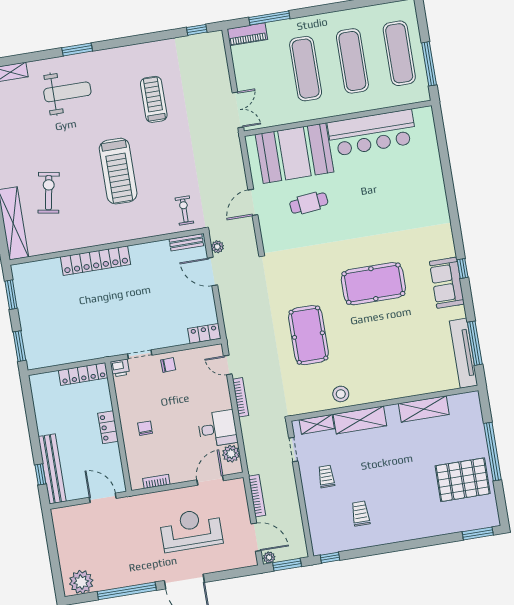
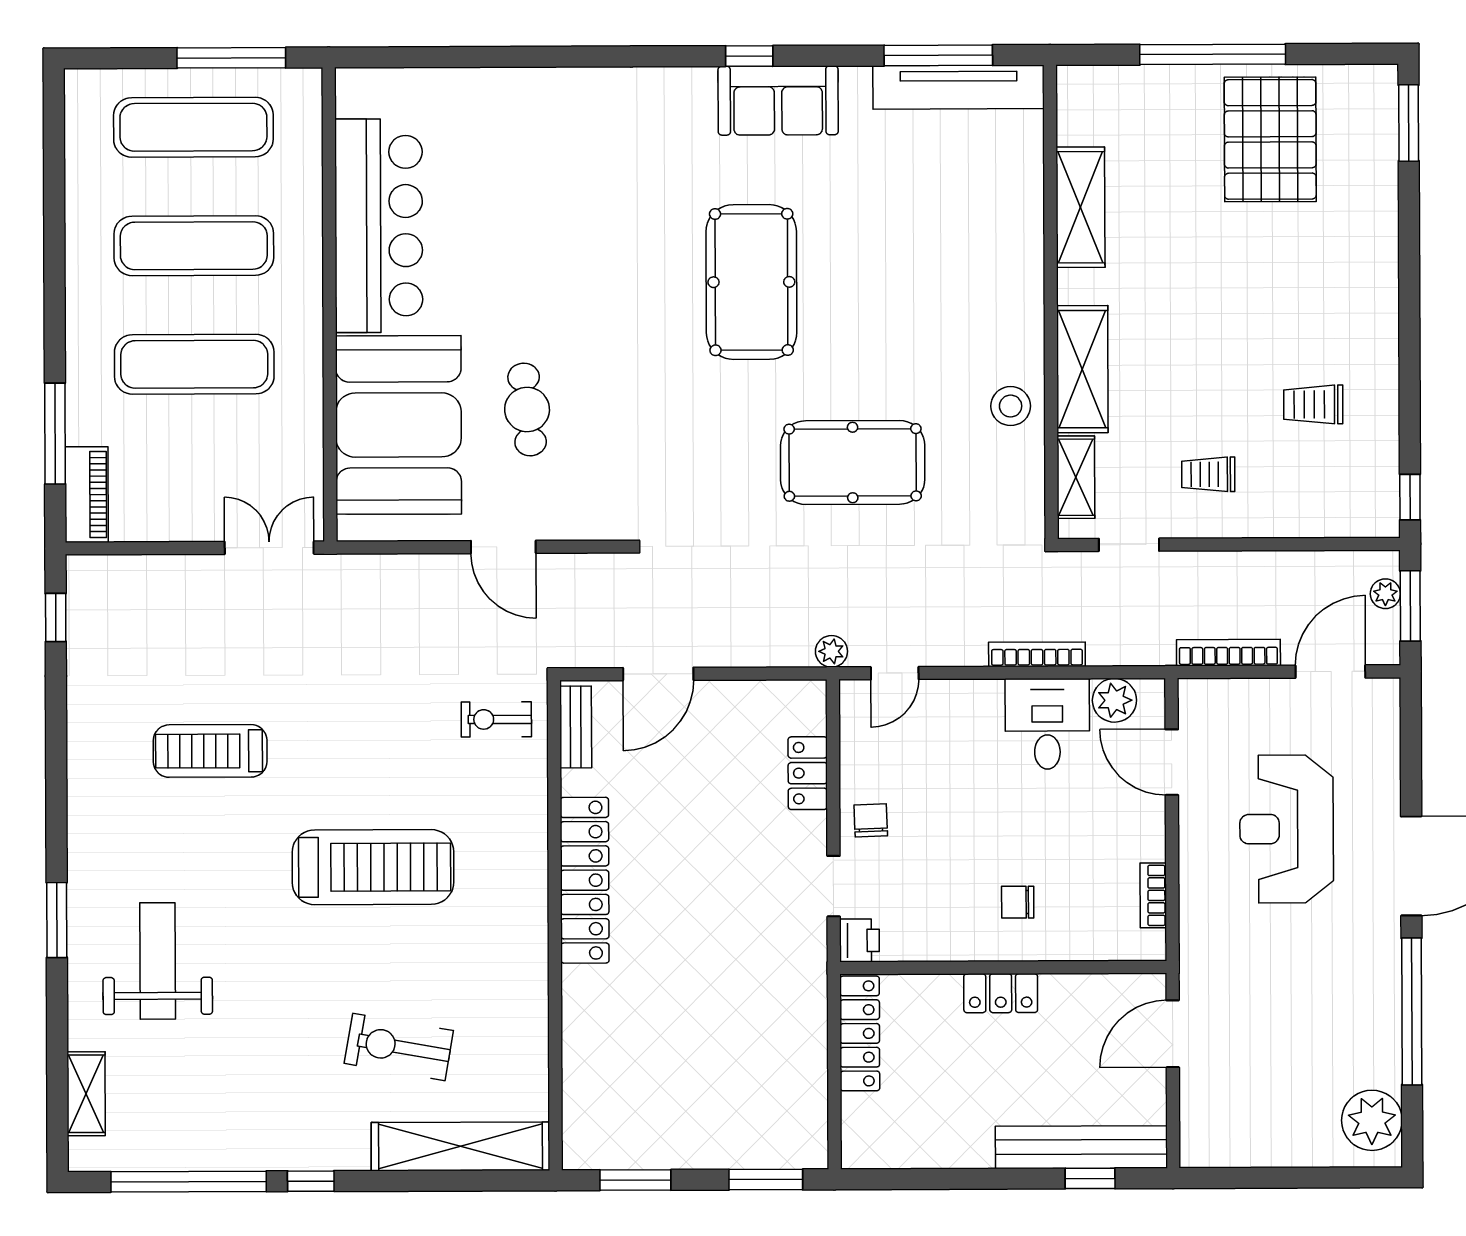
plant: (217, 247) -> (831, 651), moved
locker: (95, 261) -> (585, 880), moved
locker: (204, 334) -> (808, 773), moved
bookcase: (241, 397) -> (1037, 654), moved
plant: (269, 557) -> (1385, 594), moved

